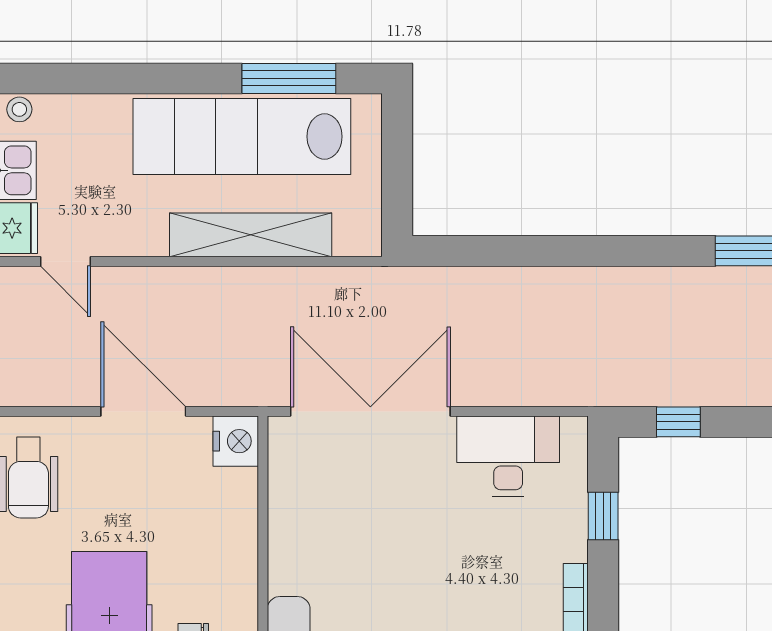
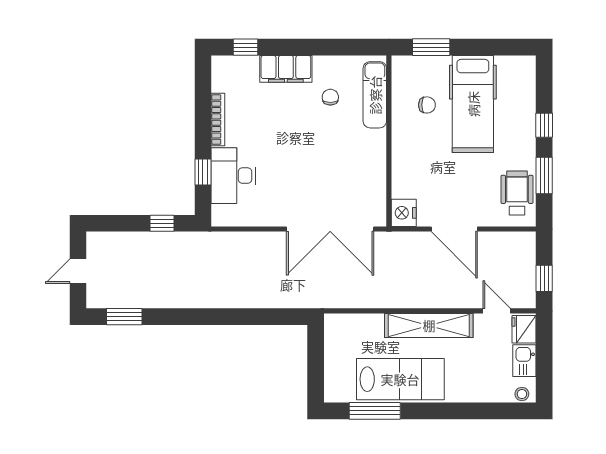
lab bench: (242, 137) -> (400, 379), width x0.73
shelving: (251, 235) -> (429, 325), moved
desk: (508, 456) -> (233, 176), moved, turned 90

